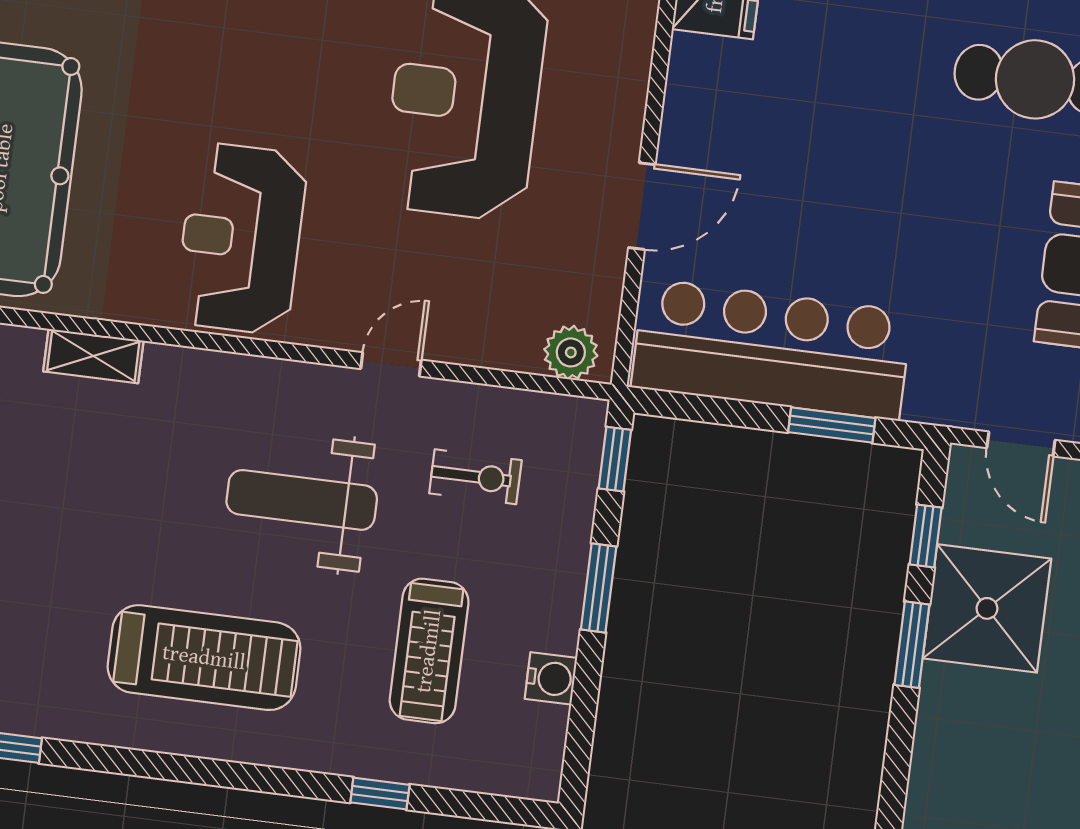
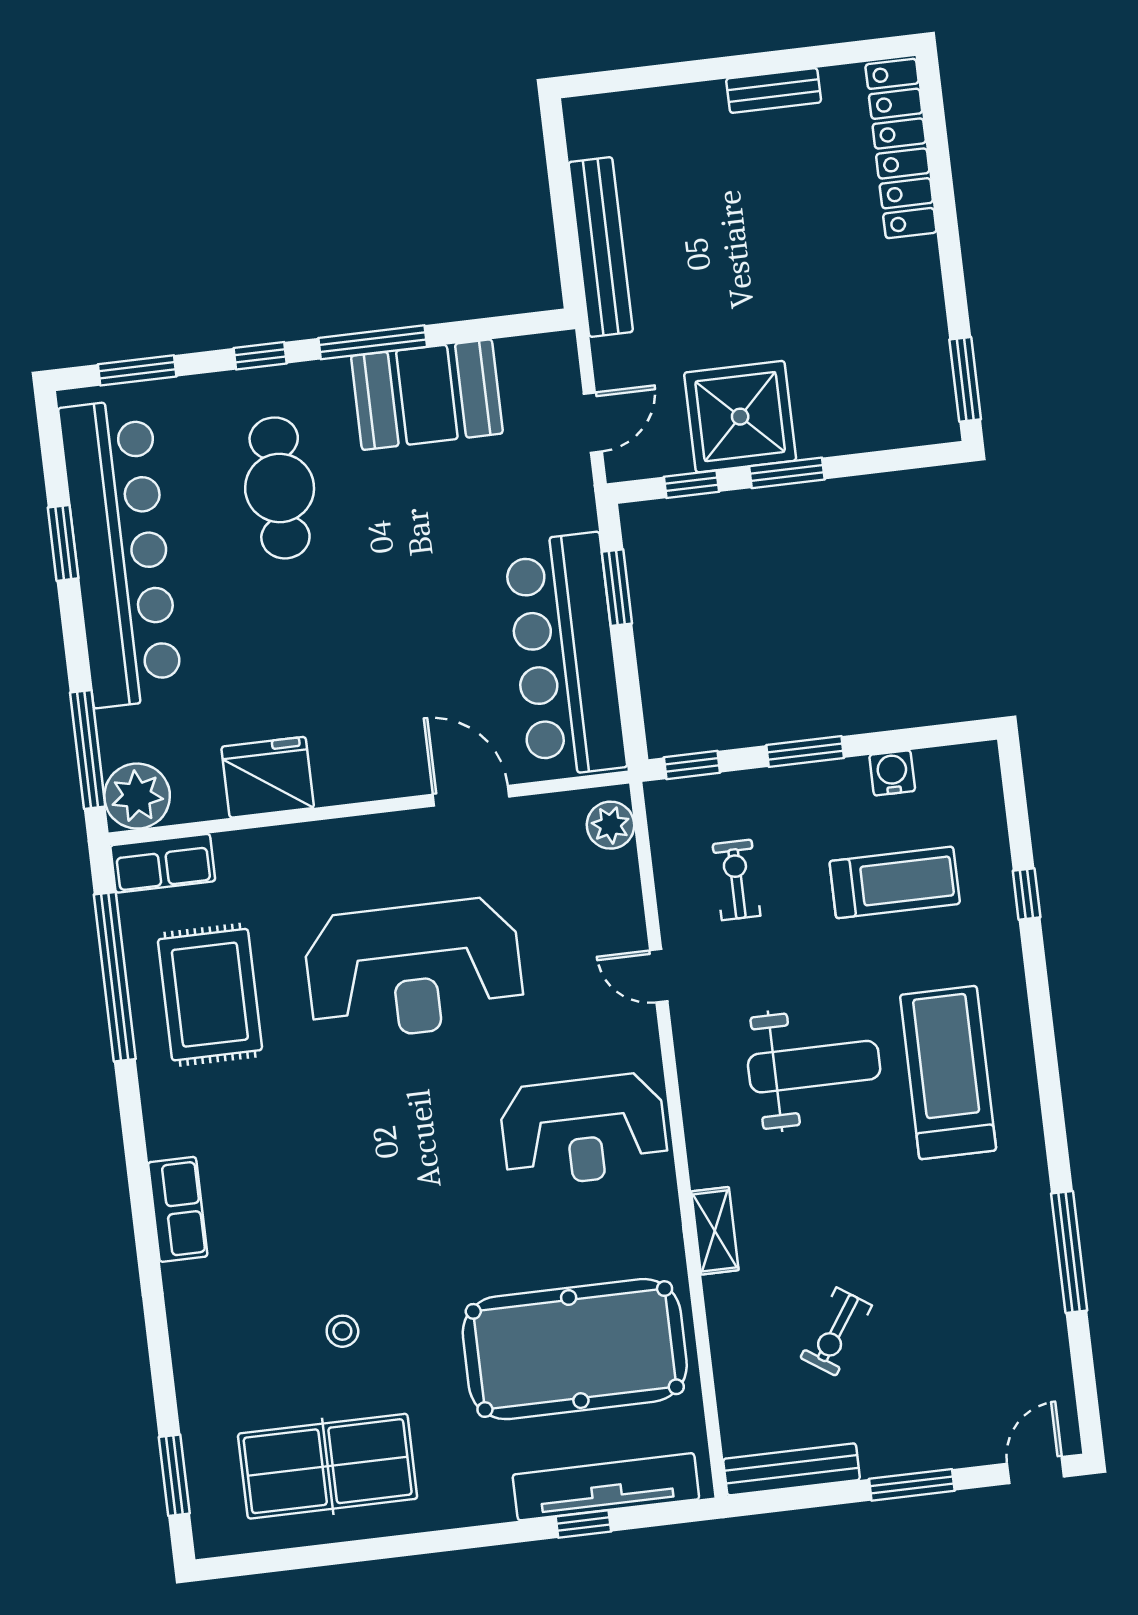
weight bench: (302, 500) -> (814, 1067), moved, turned -90

